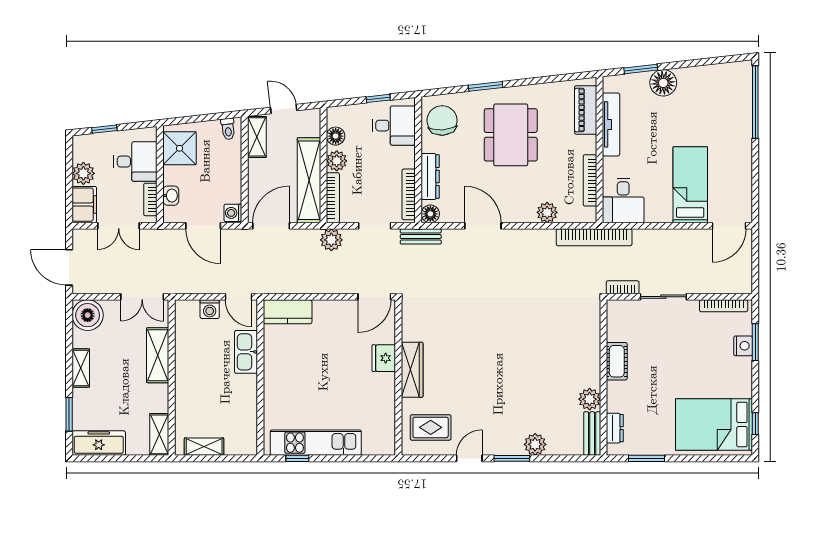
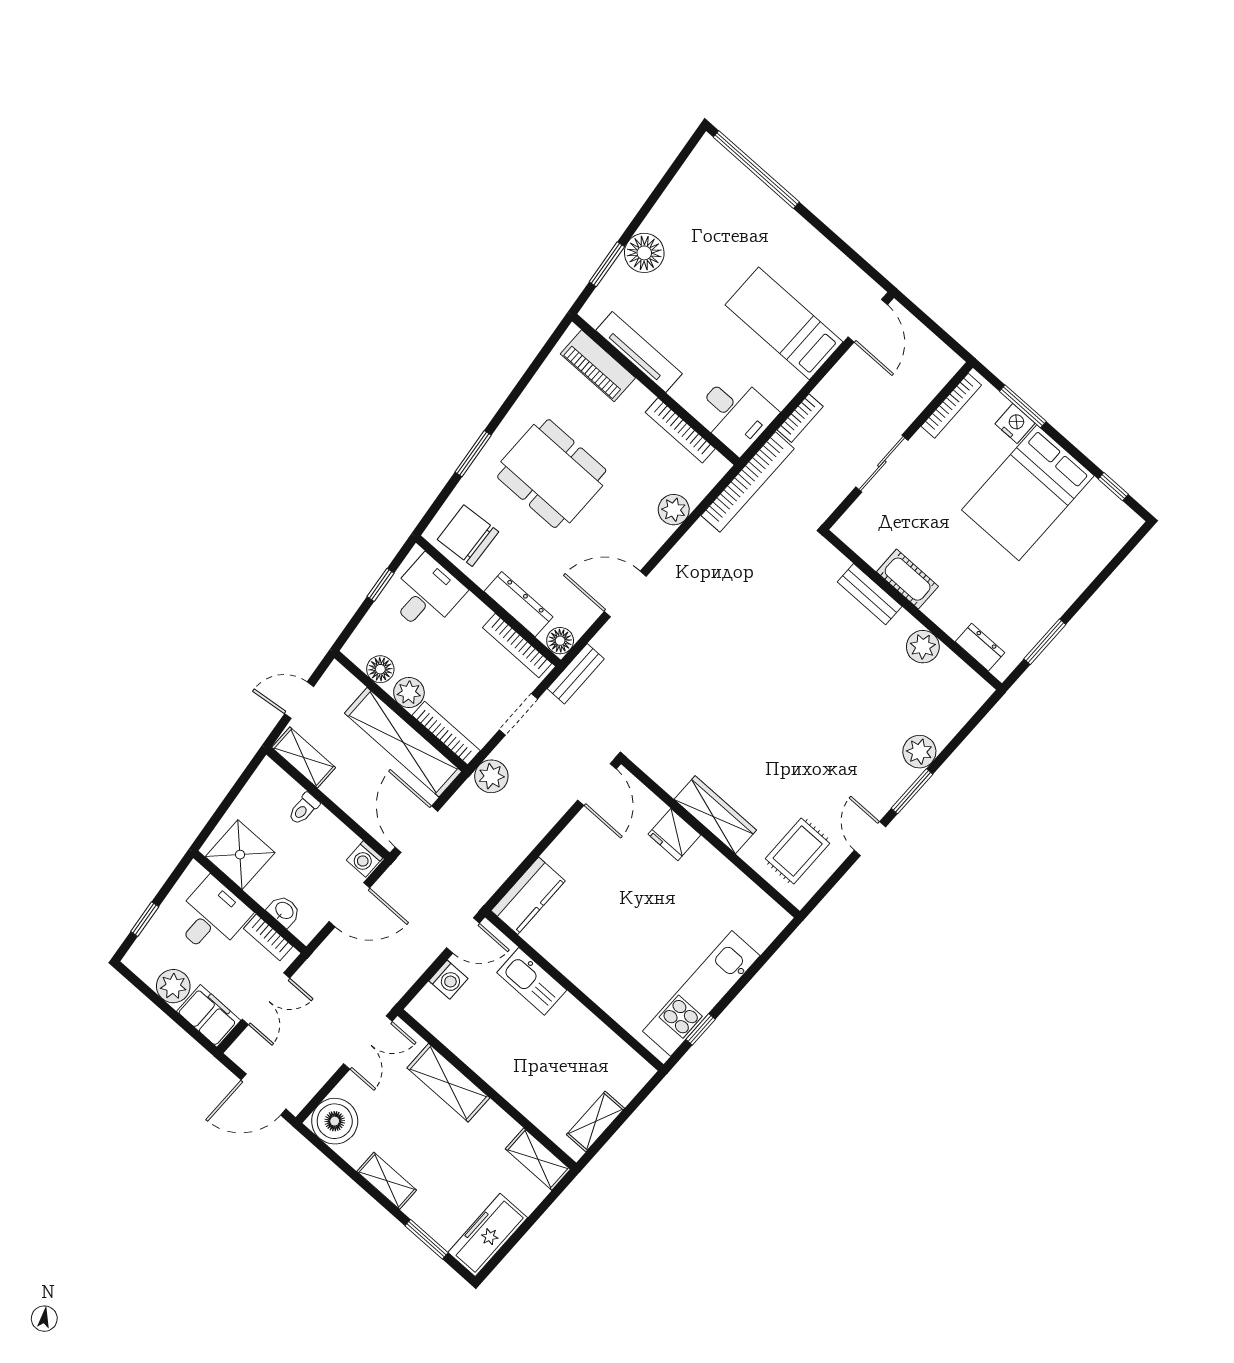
toilet: (228, 129) -> (304, 809), moved, turned 96
bookcase: (623, 287) -> (800, 418), moved, turned 180
bed: (714, 425) -> (1028, 493), moved
bench: (592, 434) -> (870, 594), moved

